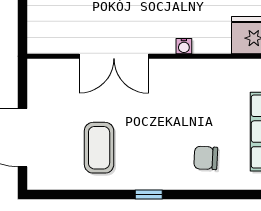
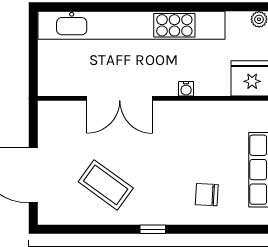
coffee table: (99, 148) -> (106, 185), turned -54

